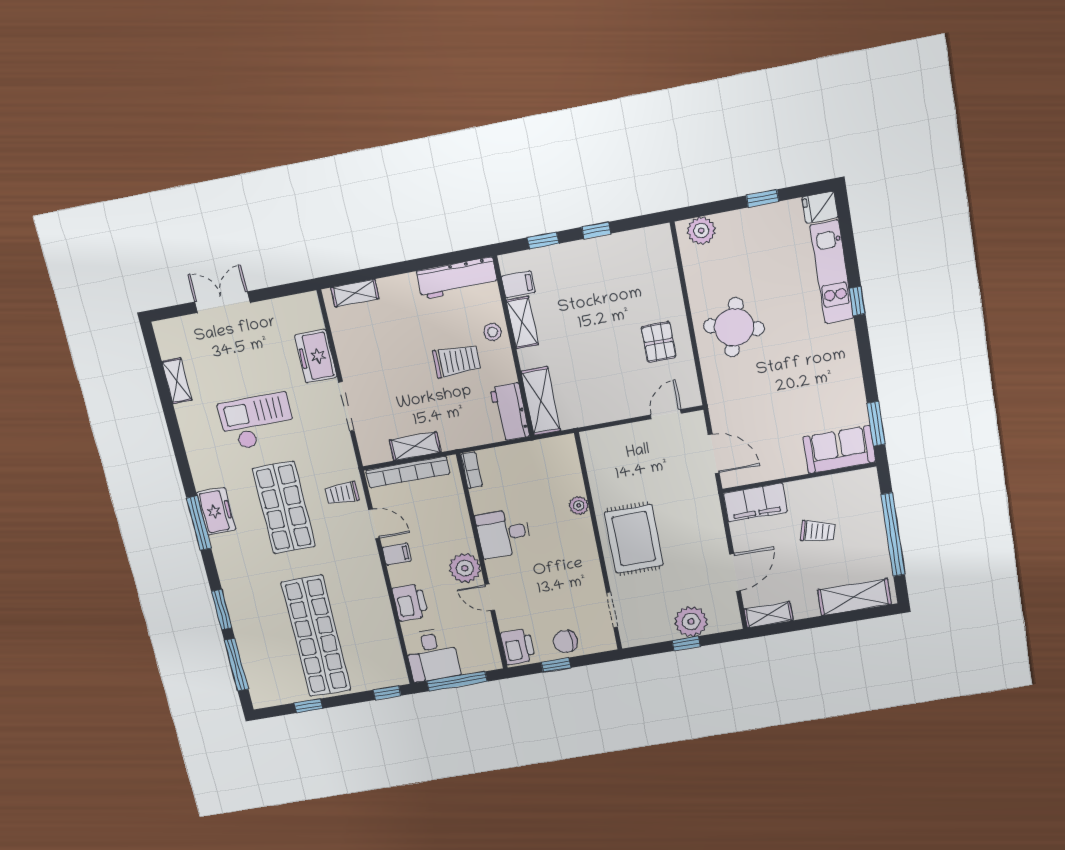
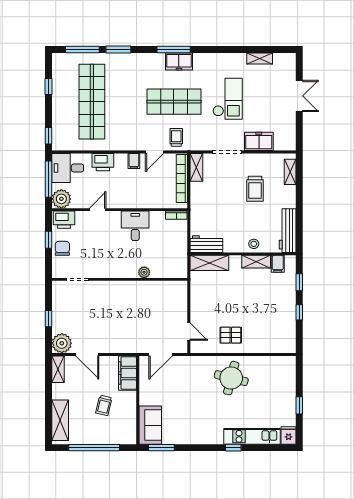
plant: (701, 231) -> (288, 369), removed
trolley: (457, 361) -> (255, 189), moved
shelving: (415, 446) -> (196, 167), moved
rug: (634, 539) -> (118, 300), removed
plant: (465, 568) -> (61, 199), moved
plant: (691, 622) -> (62, 343), moved
shop shelf: (316, 636) -> (92, 102), turned 90

